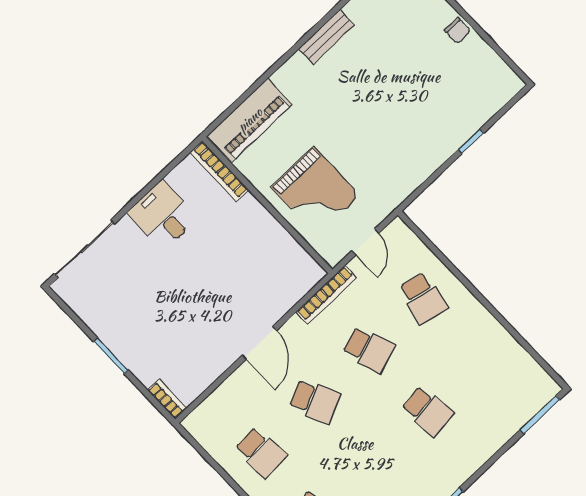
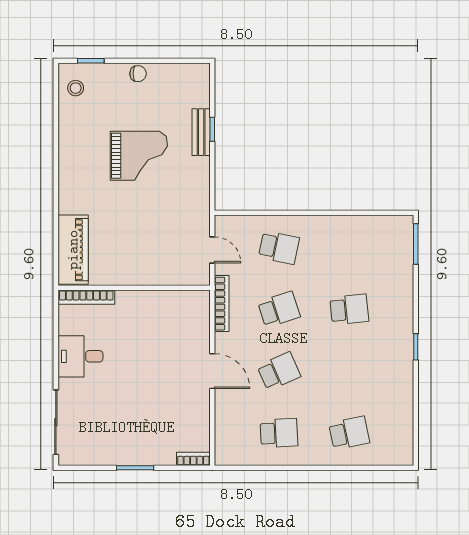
bench: (327, 37) -> (201, 132), moved
grand piano: (316, 191) -> (139, 156), moved

